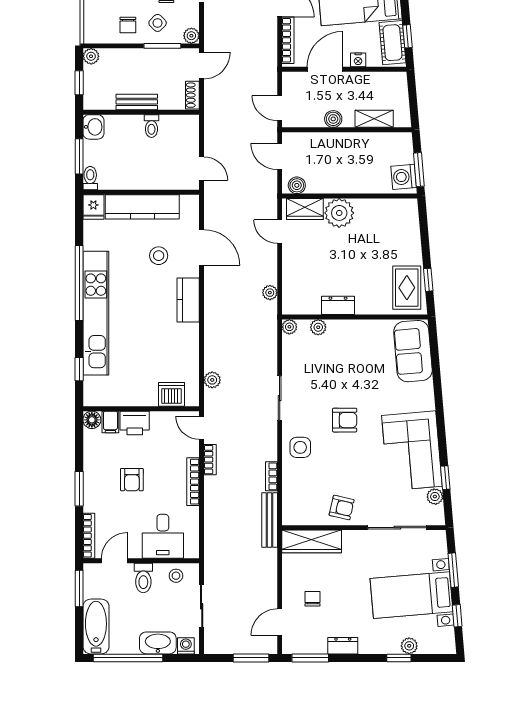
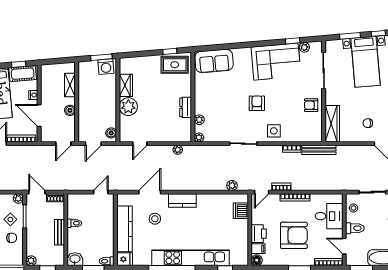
wardrobe: (305, 209) -> (126, 85), moved
armchair: (132, 480) -> (294, 235), width x1.88, depth x1.88
armchair: (342, 508) -> (311, 105), turned -103

